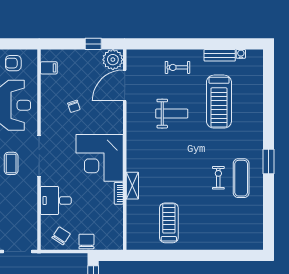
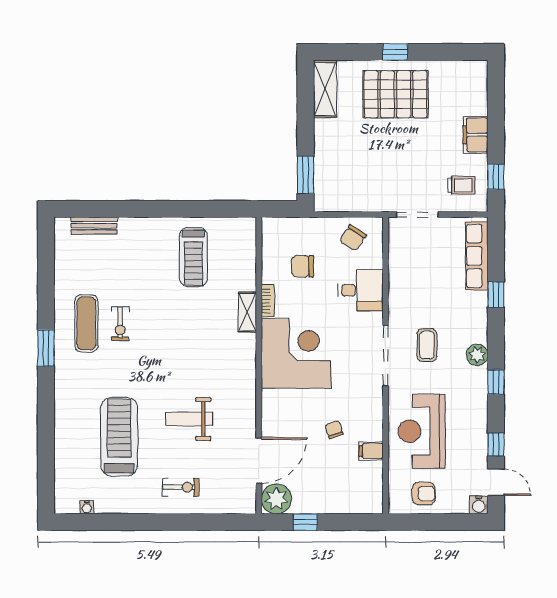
bench: (220, 55) -> (94, 226), moved
filing cabinet: (49, 68) -> (371, 451), moved
chair: (86, 241) -> (303, 266), moved, turned 90

